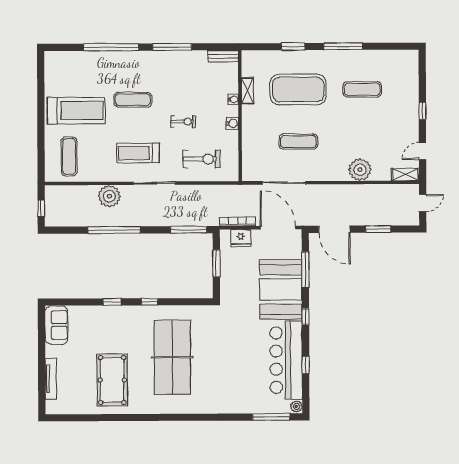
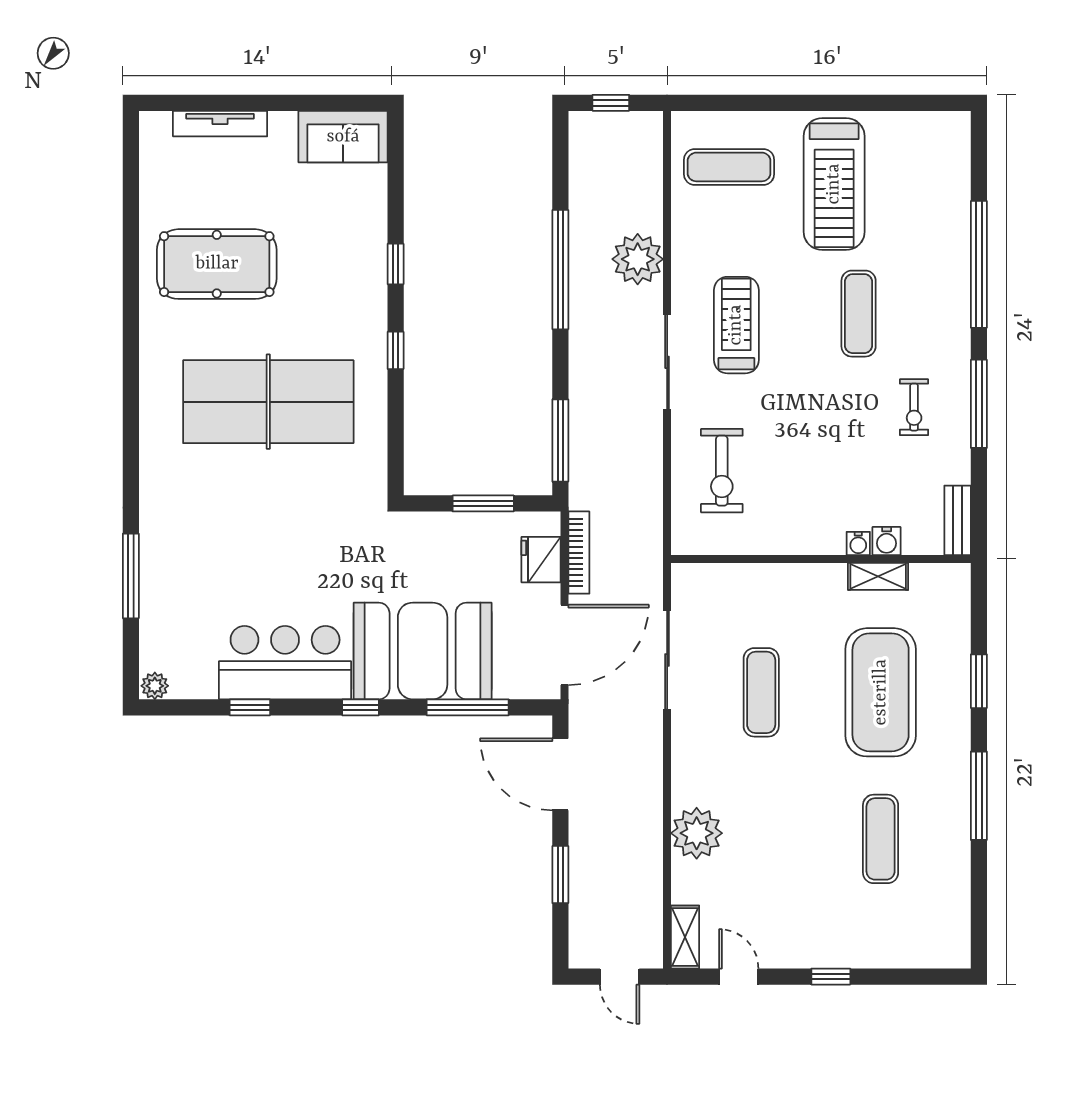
exercise bike: (183, 122) -> (914, 407), moved
water cooler: (232, 123) -> (887, 541), moved
door: (334, 229) -> (560, 774), hinge flipped
bar counter: (286, 360) -> (285, 663), width x0.73
window: (271, 417) -> (131, 576), moved

